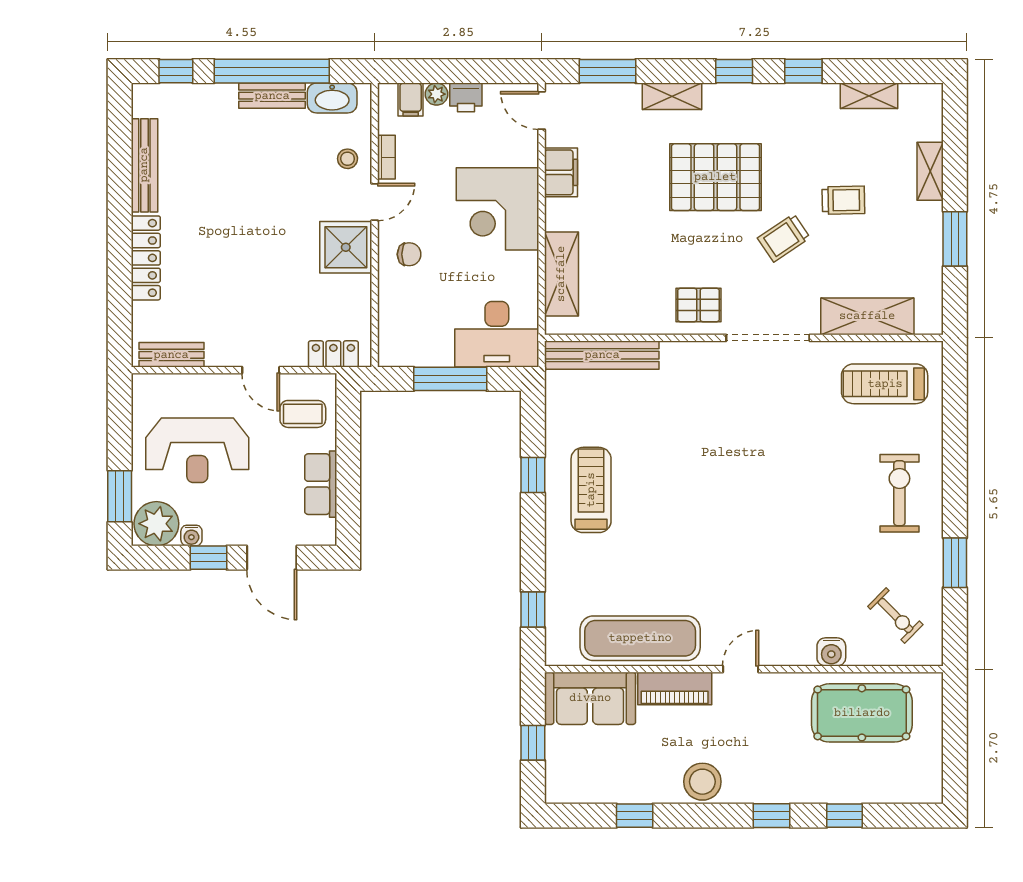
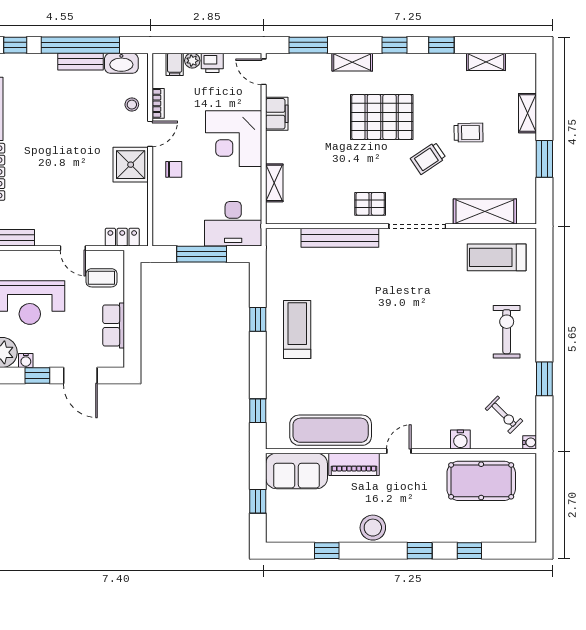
shelving: (561, 274) -> (274, 183), width x0.67, depth x0.75
bench: (602, 355) -> (340, 238), moved
water cooler: (933, 656) -> (530, 442), added

